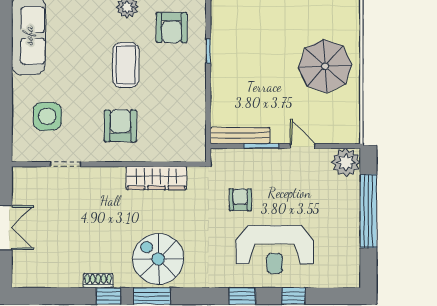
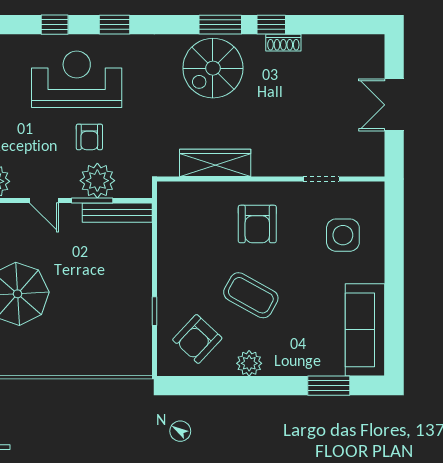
armchair: (172, 28) -> (197, 339), turned -137
coffee table: (126, 65) -> (251, 295), turned -61
plant: (257, 163) -> (97, 181), added
armchair: (240, 200) -> (89, 137), moved
spiral stairs: (158, 259) -> (213, 68), turned 90

